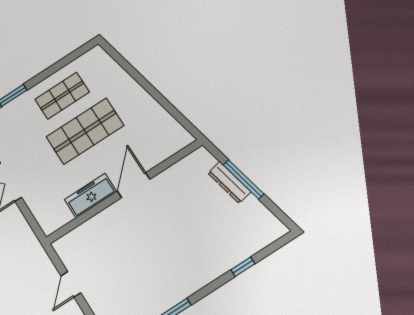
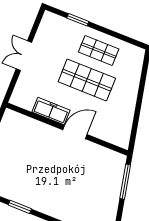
window: (244, 179) -> (125, 182), moved
dresser: (229, 182) -> (116, 186), removed

